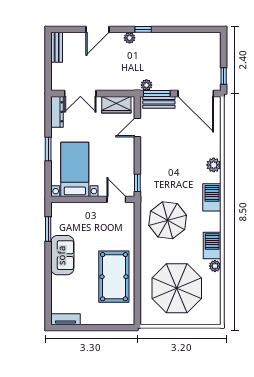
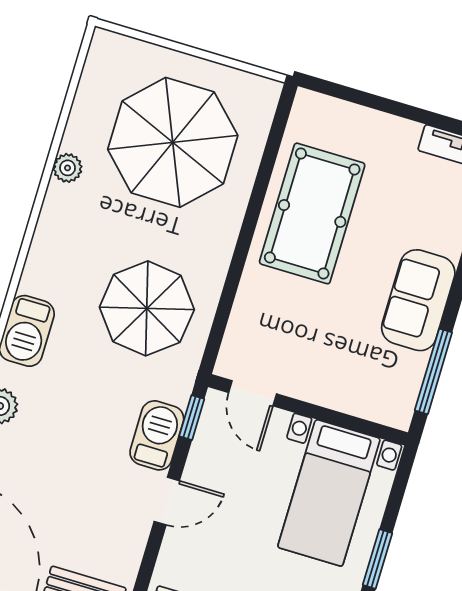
door: (137, 128) -> (167, 501), moved
window: (48, 229) -> (433, 371), width x1.44
barbecue: (212, 246) -> (157, 435), moved, turned 180

